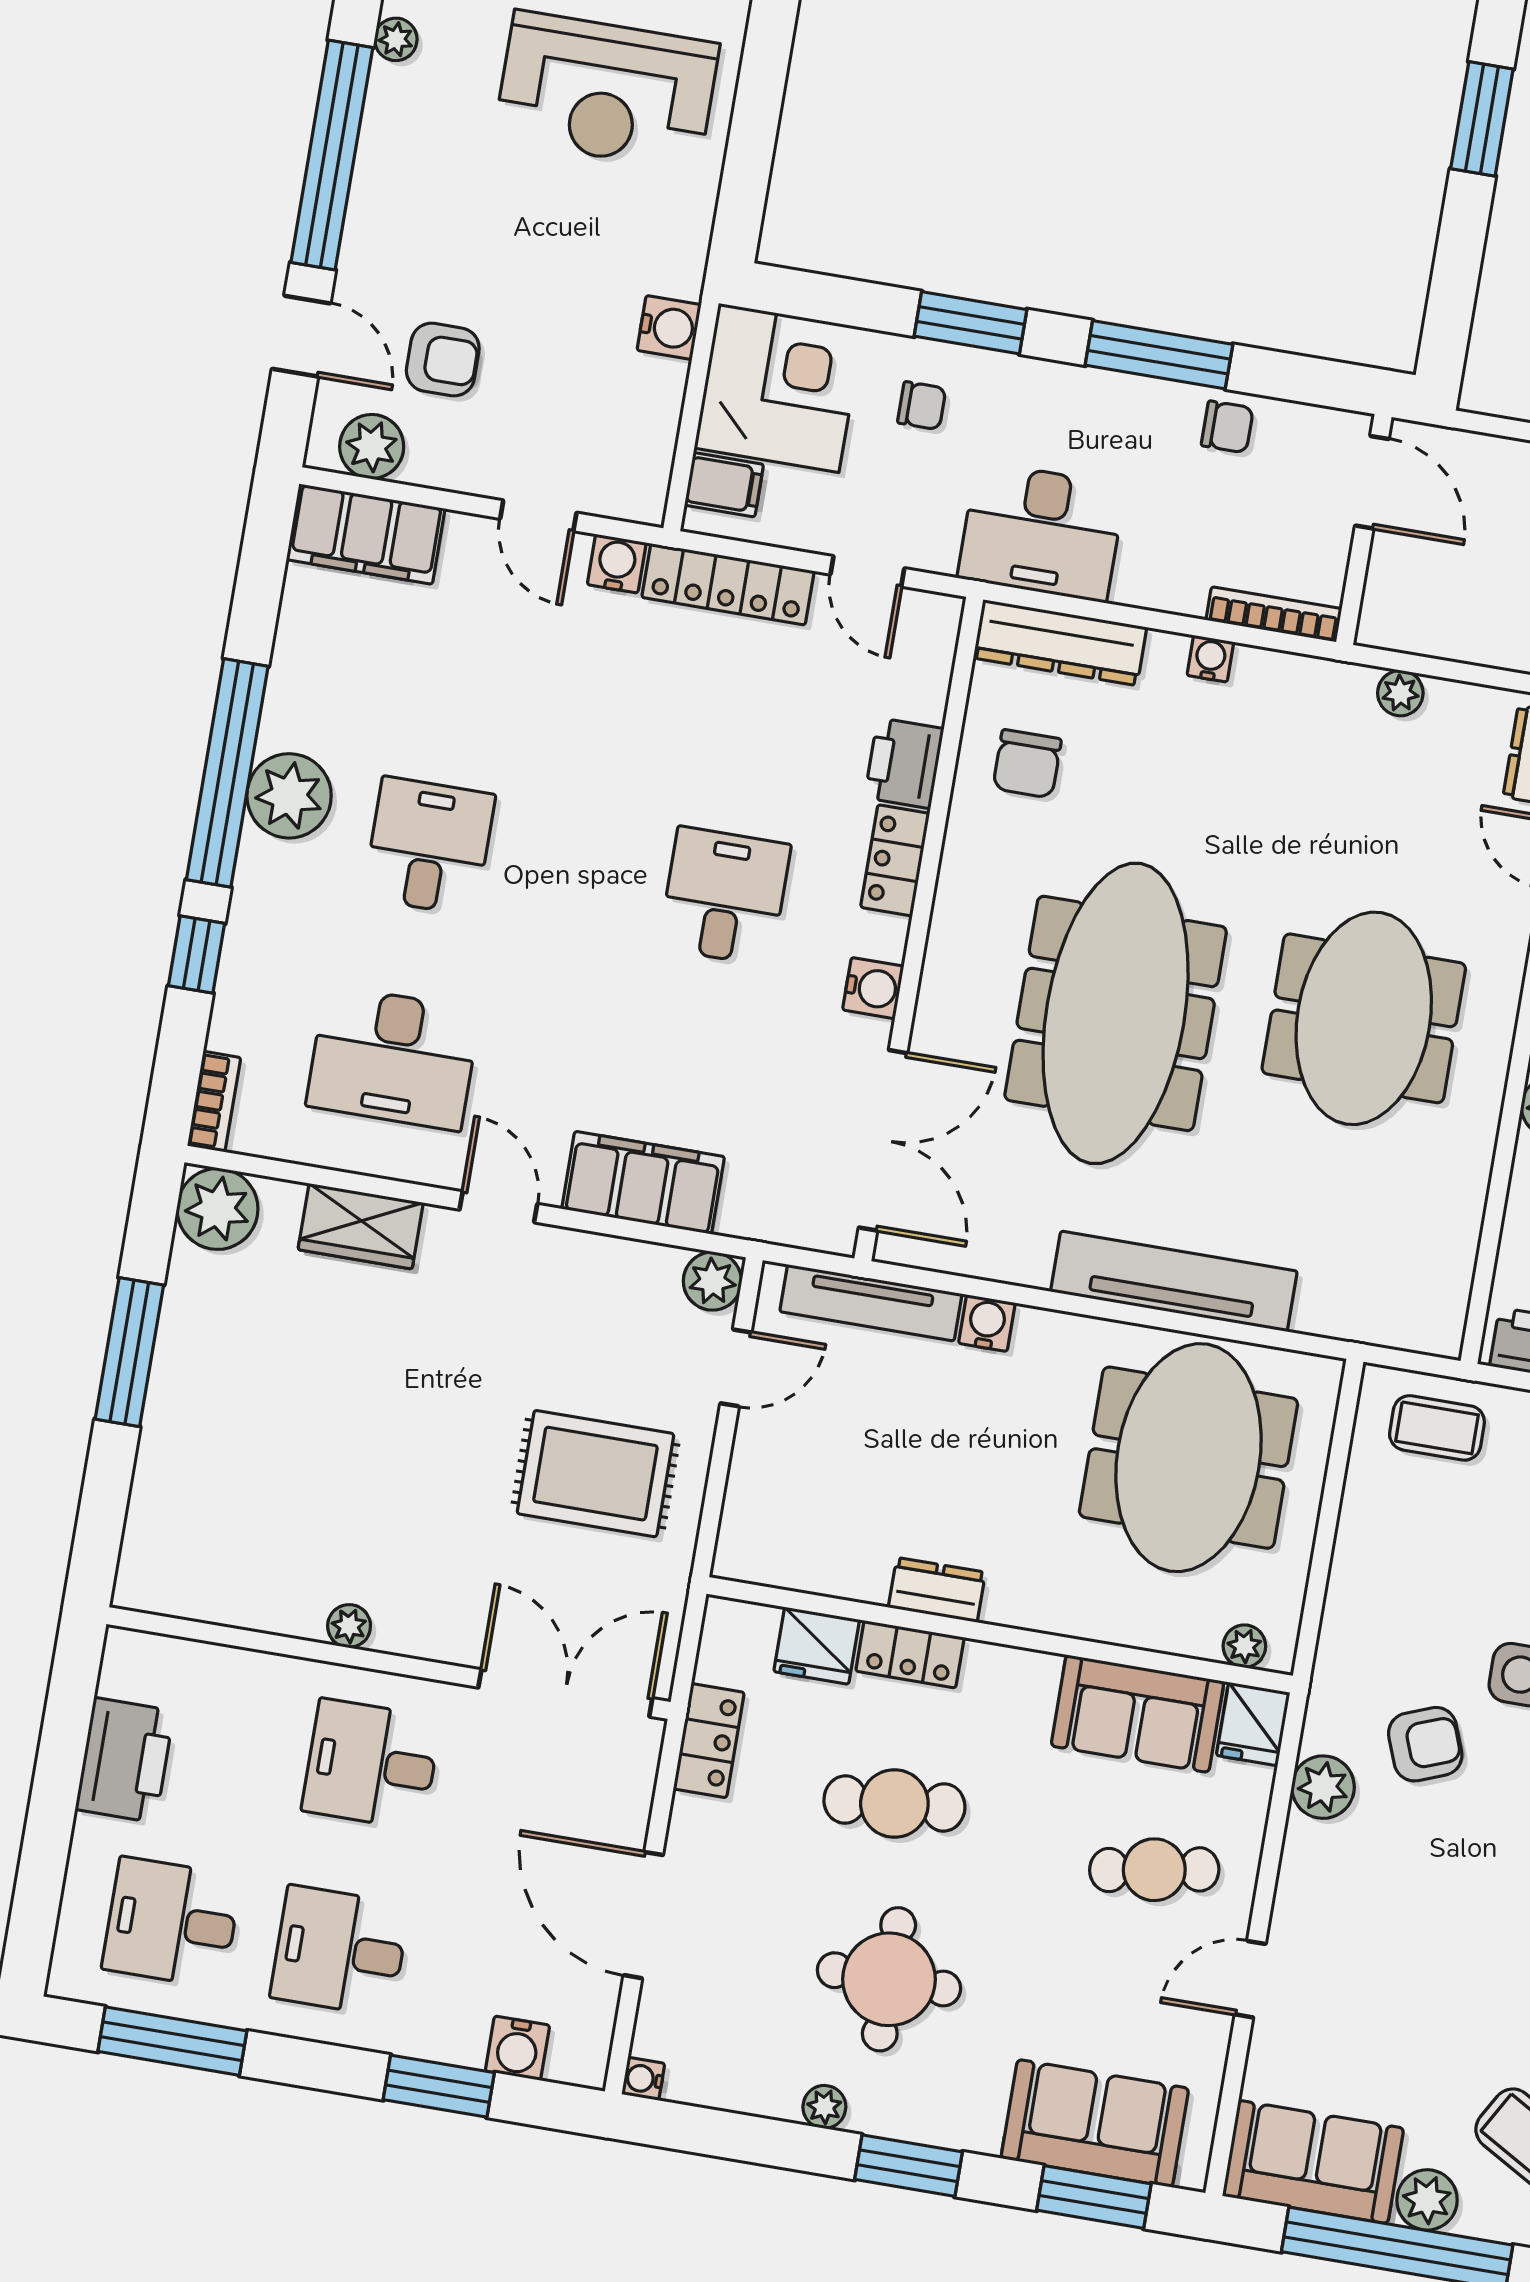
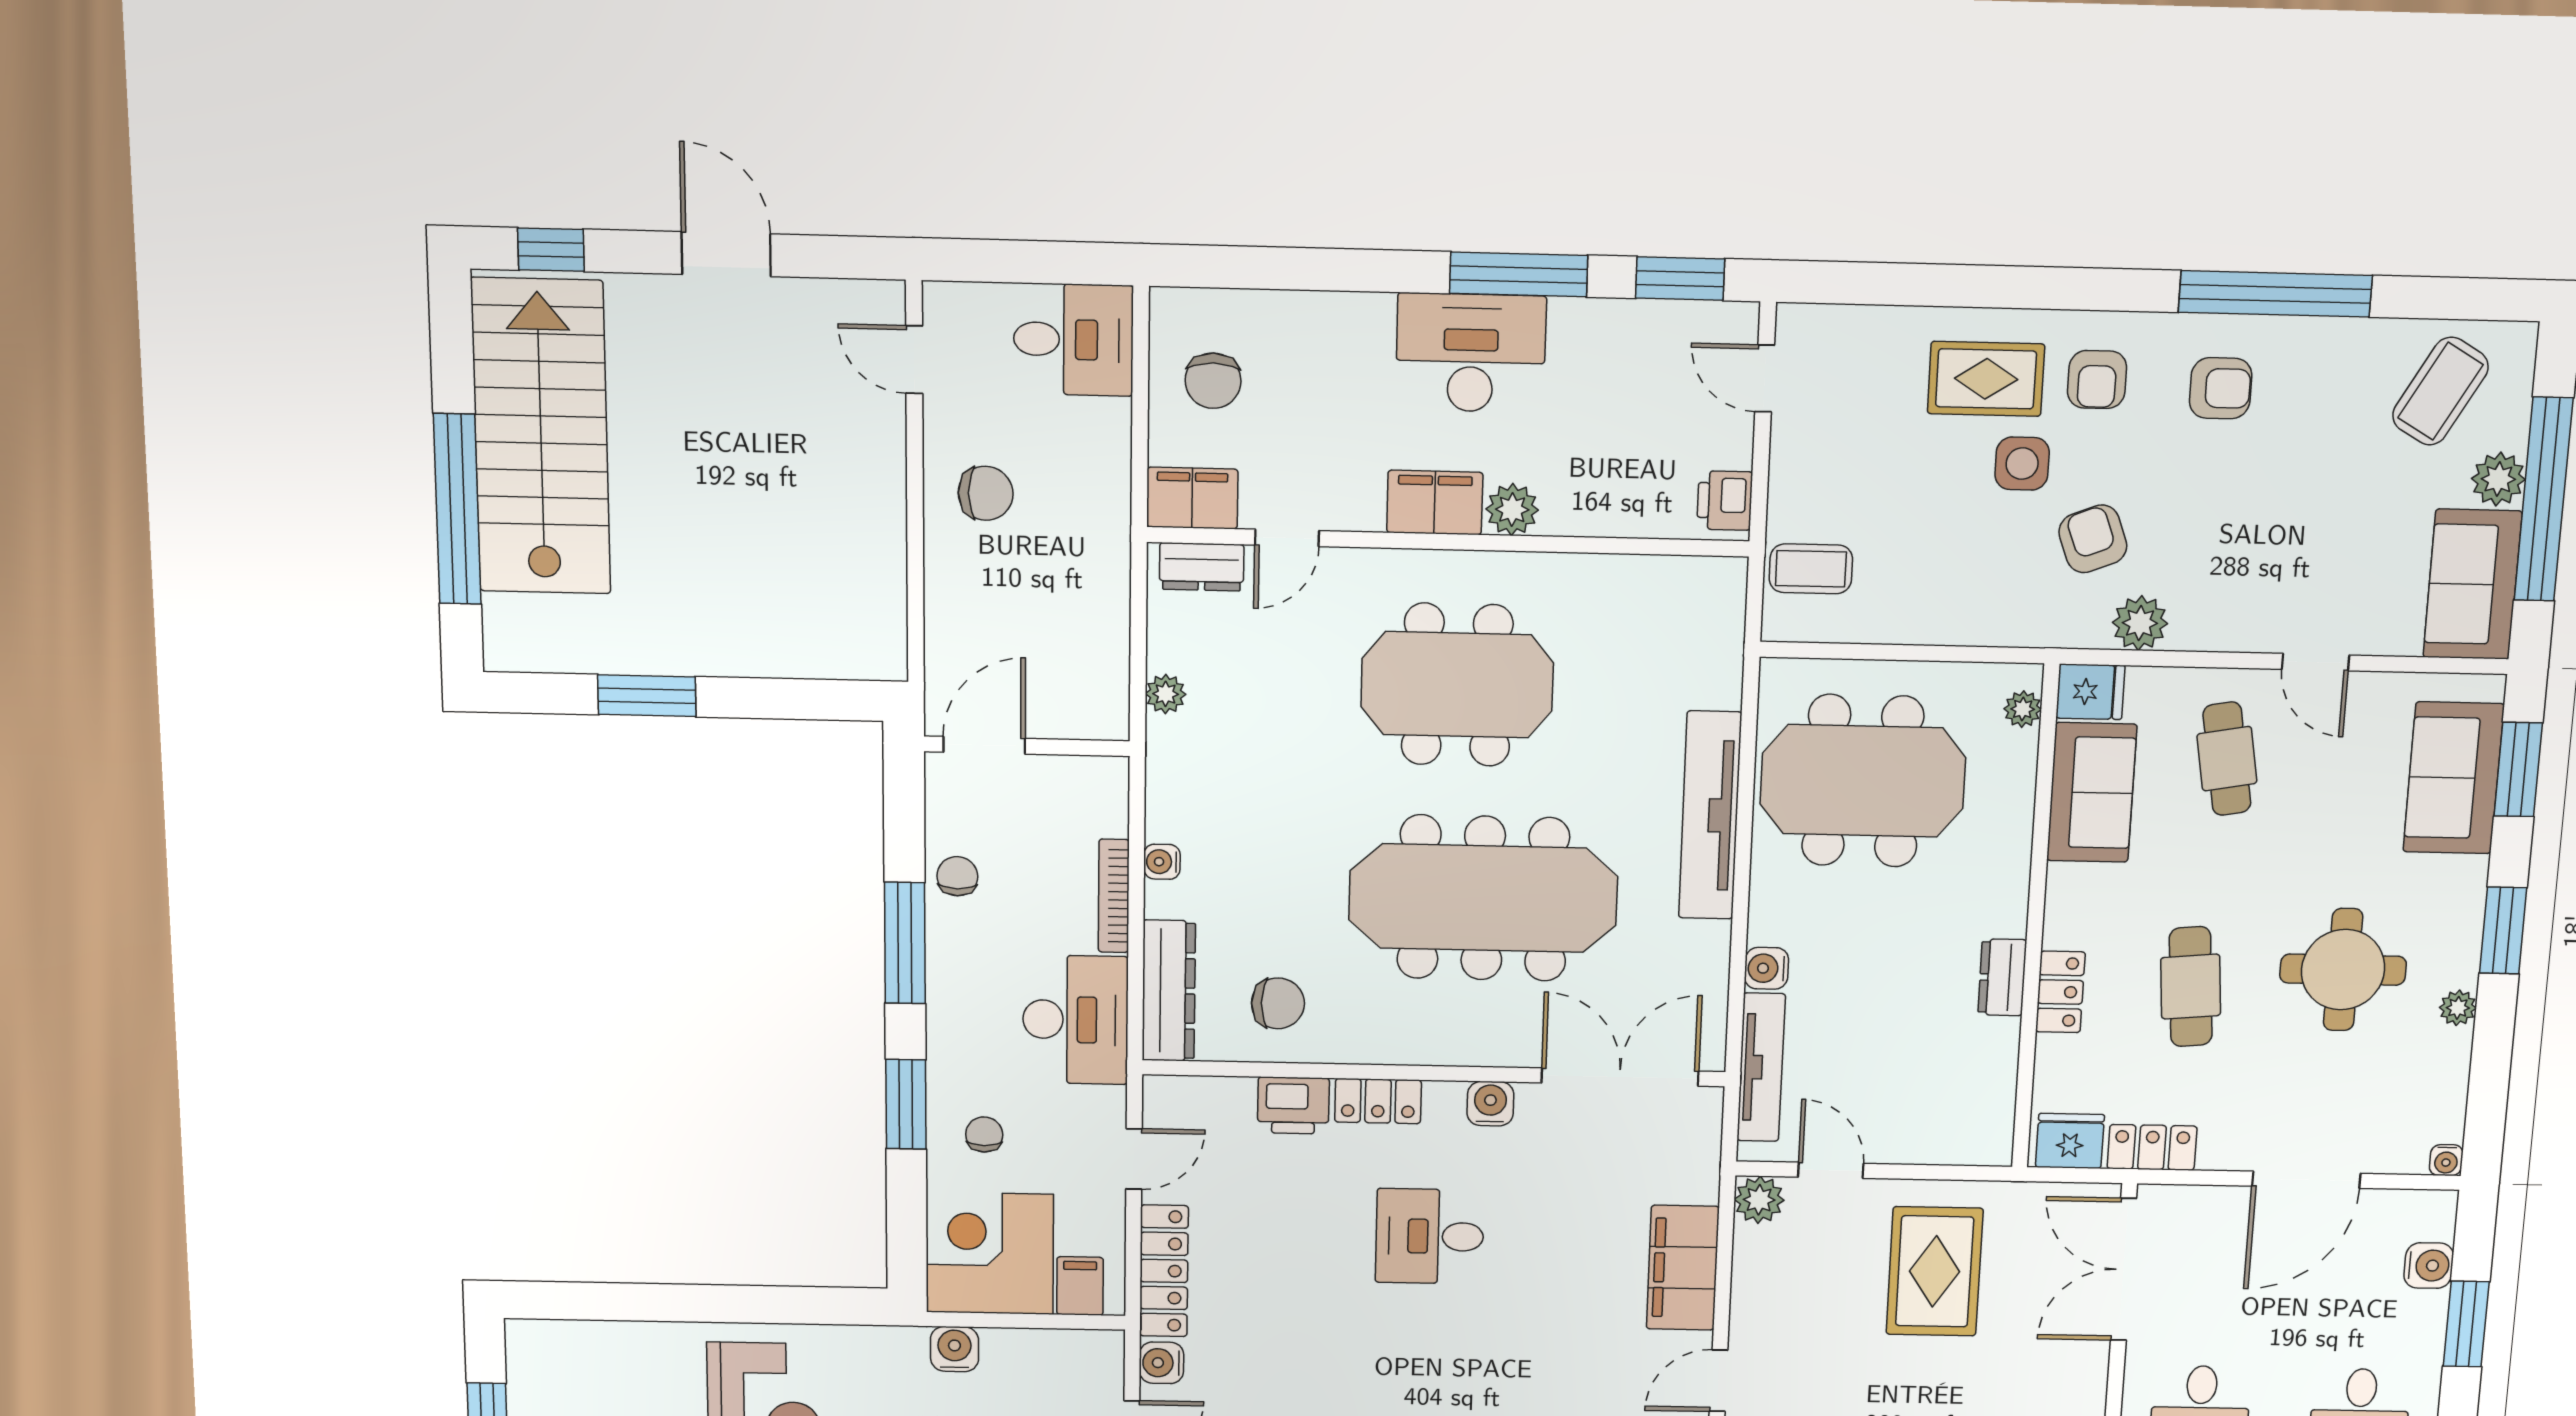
bookcase: (1274, 614) -> (1114, 896), moved
coffee table: (1437, 1428) -> (1811, 569), turned 90
fridge: (817, 1646) -> (2070, 1141), moved, turned -90

